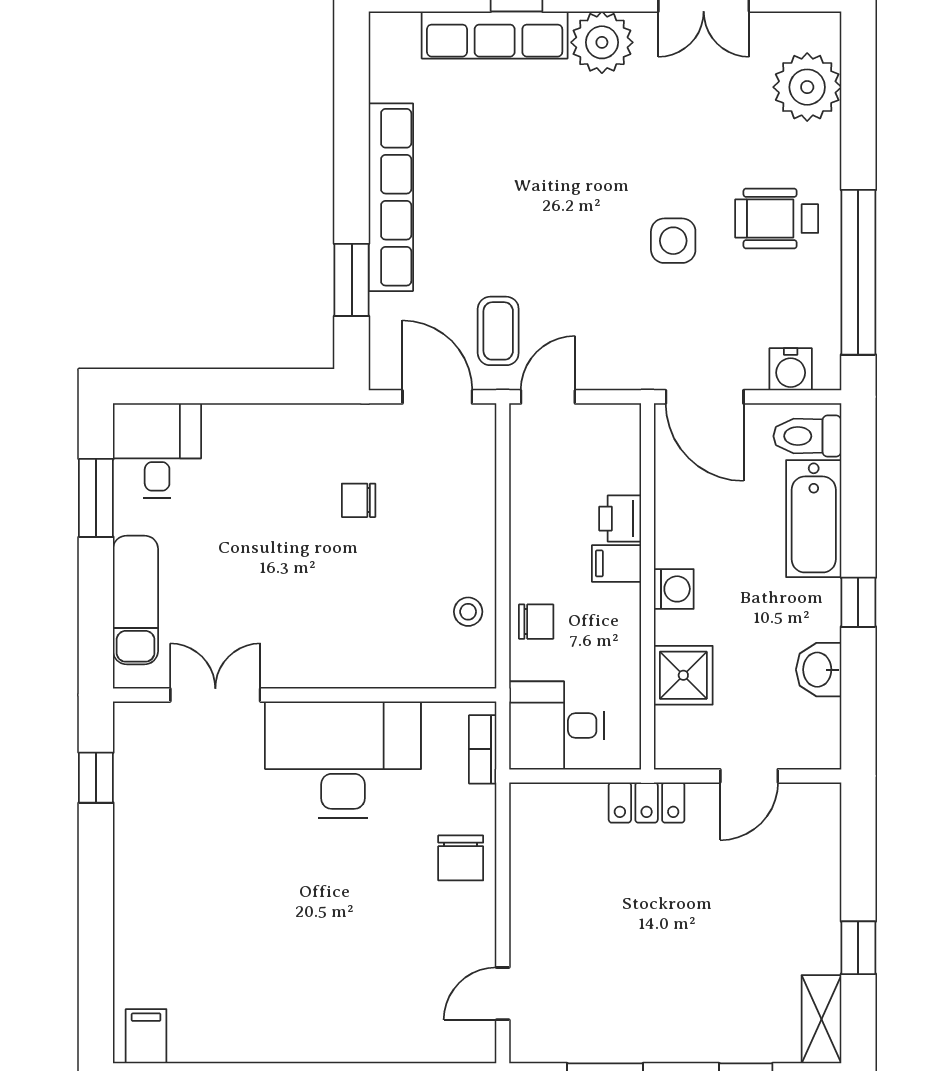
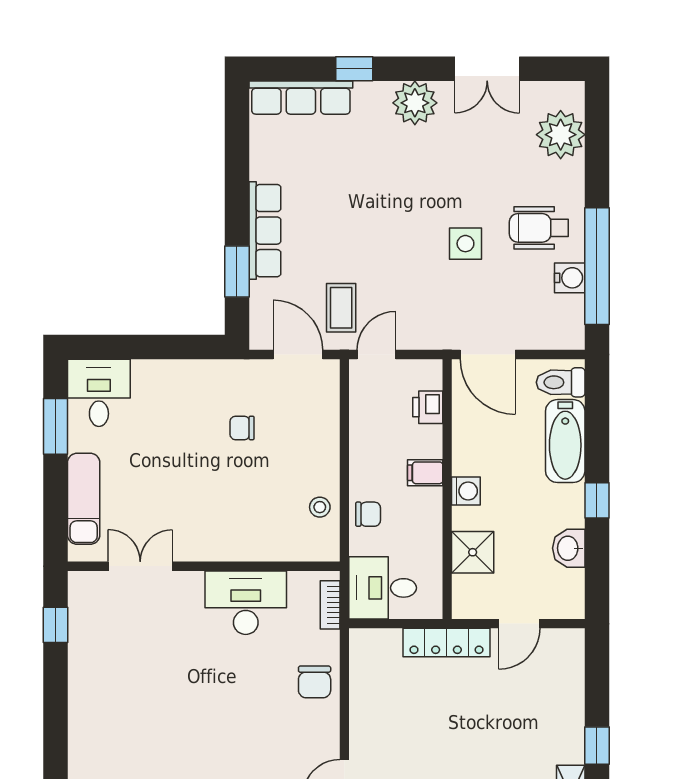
row of seats: (495, 35) -> (301, 98), moved
row of seats: (391, 197) -> (265, 231), width x0.73
water cooler: (791, 369) -> (570, 278), moved, turned -90
printer: (620, 519) -> (428, 407), moved
desk: (343, 760) -> (246, 603), width x0.73, depth x0.77
locker: (647, 803) -> (447, 643), width x1.53

